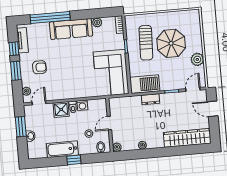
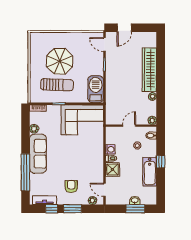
plant: (197, 59) -> (77, 38), removed
dresser: (150, 99) -> (110, 85), removed
door: (109, 123) -> (129, 126), swing flipped
window: (21, 127) -> (135, 209), moved
wardrobe: (187, 138) -> (149, 70), moved

